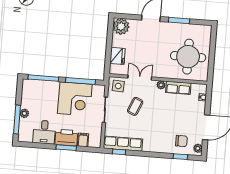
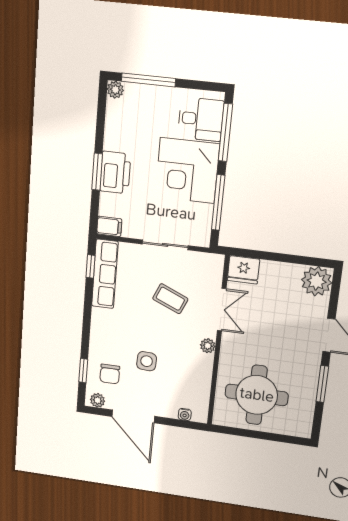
fridge: (118, 56) -> (243, 270), moved
side table: (118, 86) -> (147, 361), moved
row of seats: (178, 88) -> (202, 375), removed
corner desk: (75, 99) -> (187, 171), moved
plant: (24, 113) -> (115, 90), moved
desk: (44, 132) -> (201, 119), moved, turned 180
filing cabinet: (83, 140) -> (109, 226), moved

